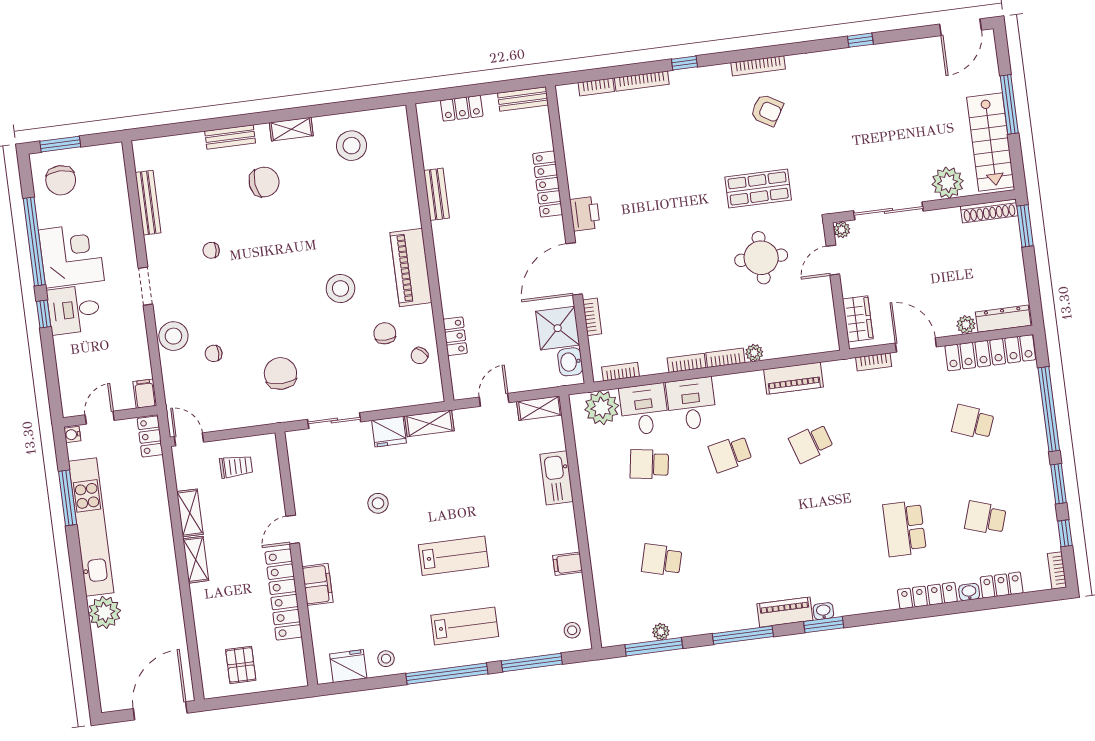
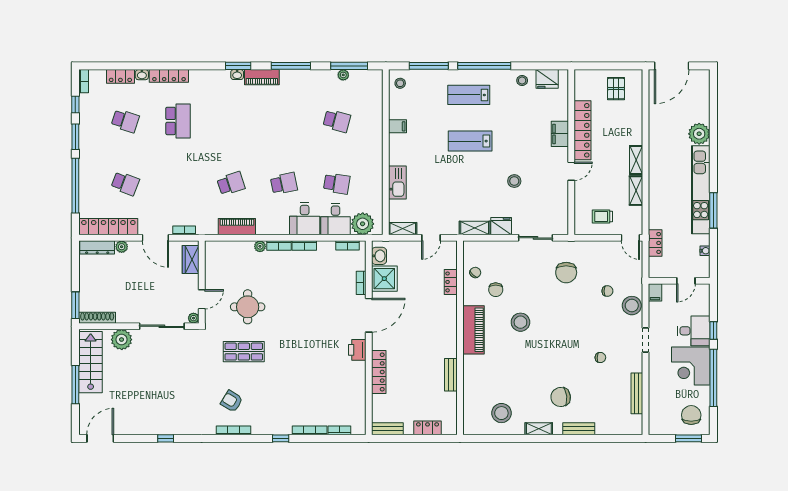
filing cabinet: (145, 394) -> (655, 292), moved
wall: (110, 416) -> (679, 281), moved
door: (100, 418) -> (686, 281), moved

